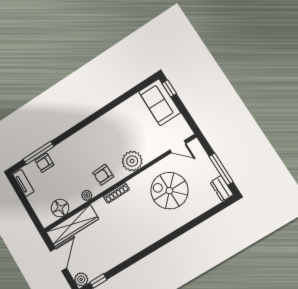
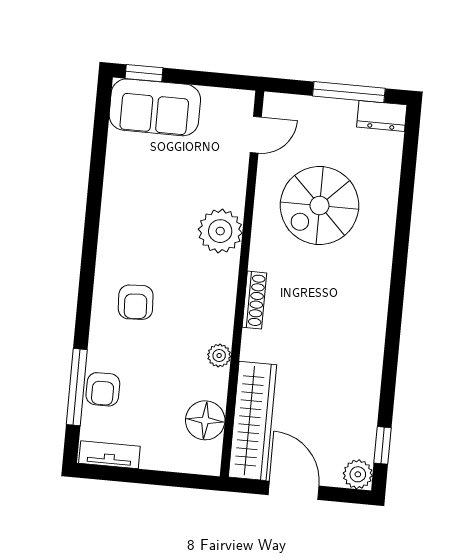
armchair: (103, 175) -> (136, 302), moved

